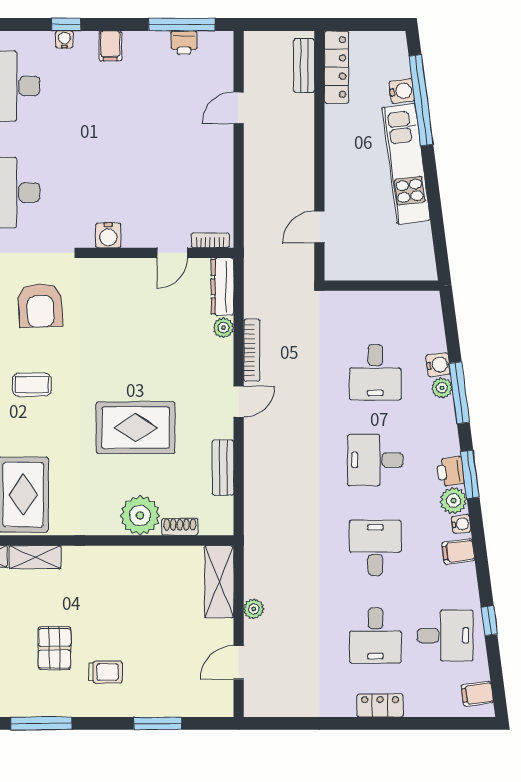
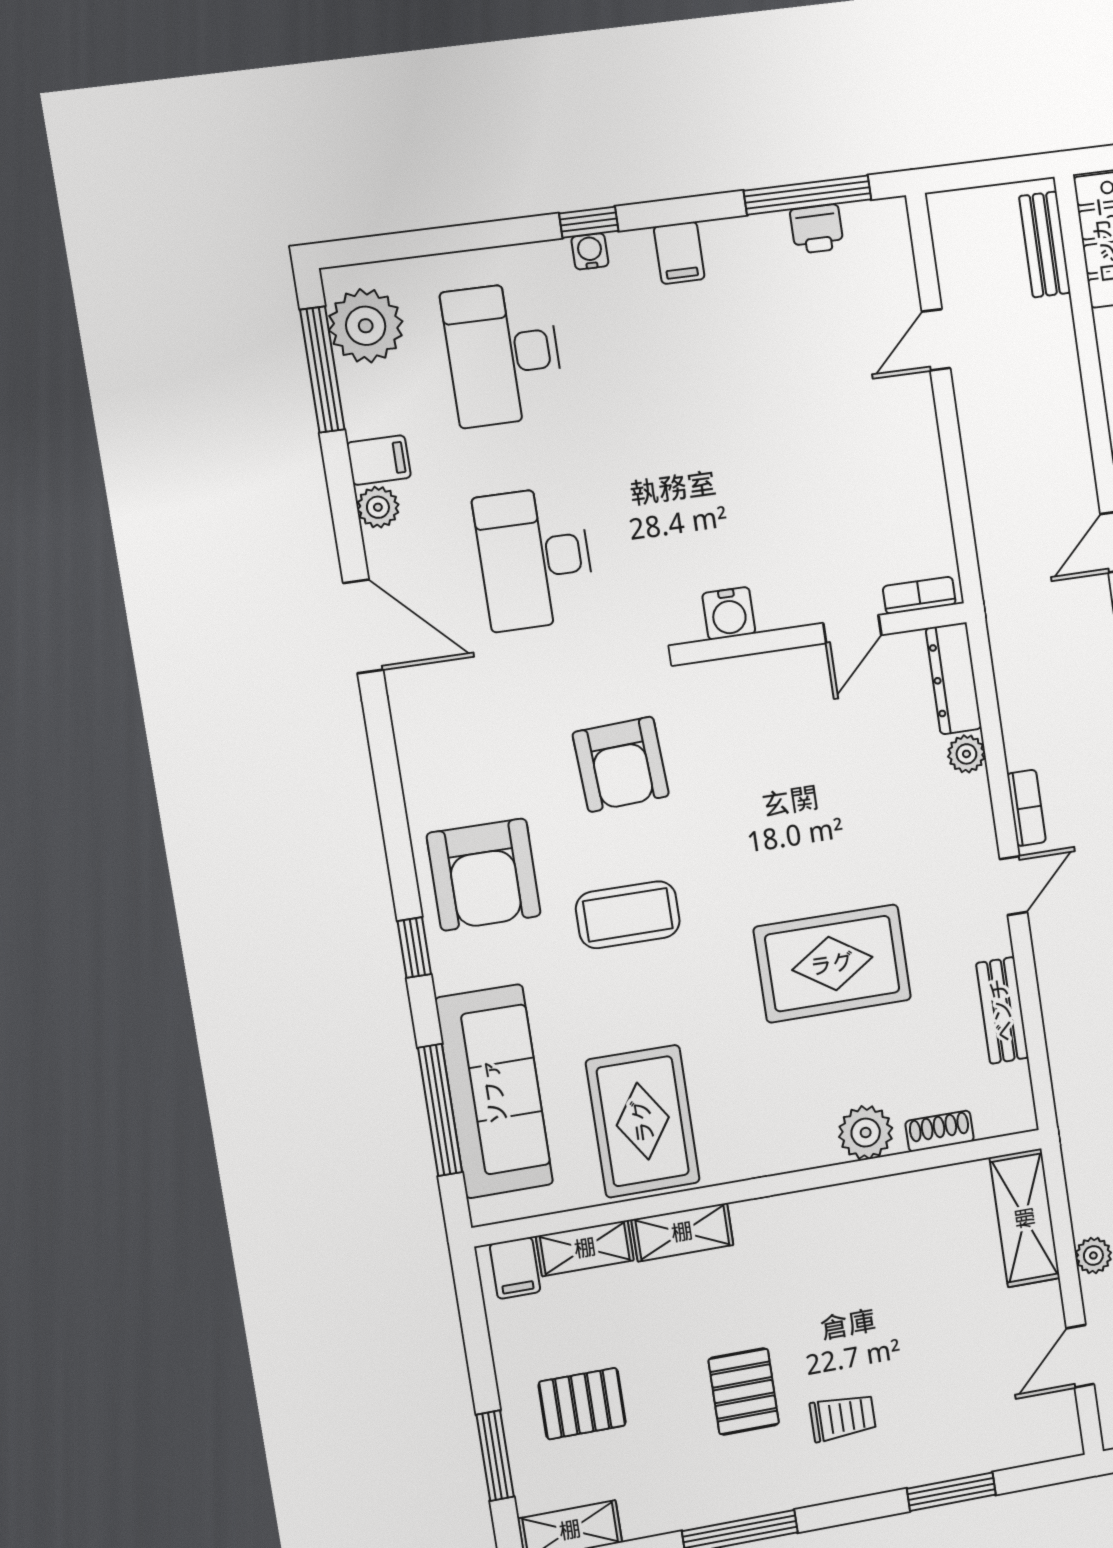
bookcase: (252, 350) -> (1026, 808), width x0.64
coffee table: (32, 385) -> (628, 915), width x1.36, depth x1.30
plant: (140, 515) -> (866, 1133), width x0.73, depth x0.73

